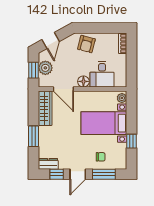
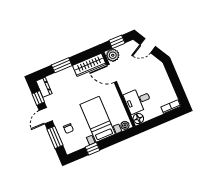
armchair: (86, 44) -> (157, 77), removed
plant: (45, 68) -> (113, 55), moved
floor lamp: (83, 81) -> (138, 119), moved
door: (63, 89) -> (112, 73), hinge flipped
door: (78, 174) -> (46, 116), hinge flipped

